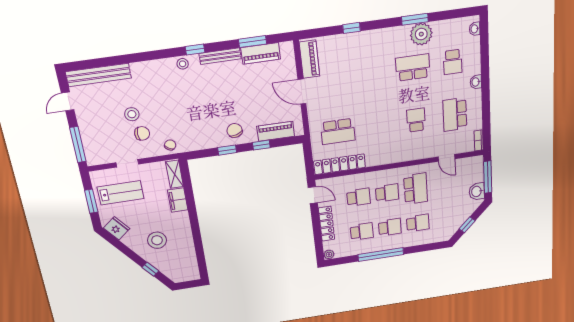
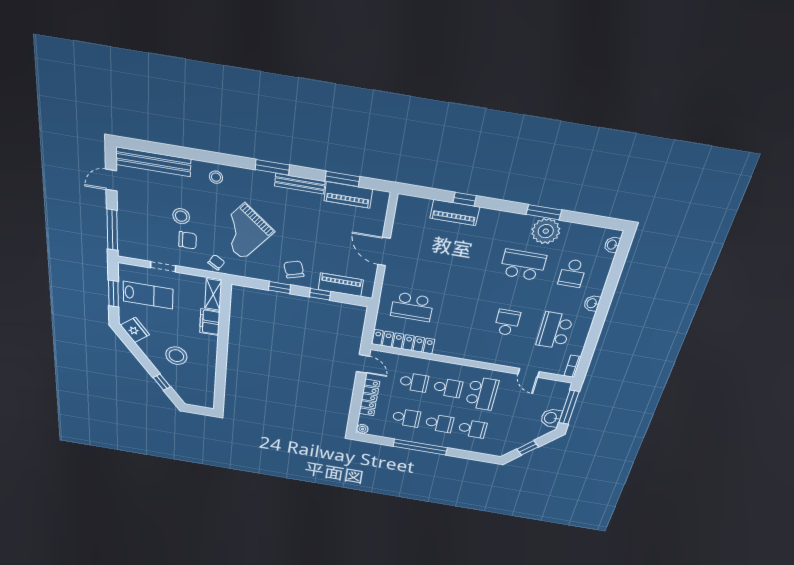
window: (195, 49) -> (272, 167), width x1.50
piano: (309, 59) -> (455, 213), moved, turned 90
stool: (183, 64) -> (216, 177), moved
grand piano: (186, 111) -> (244, 231), added

